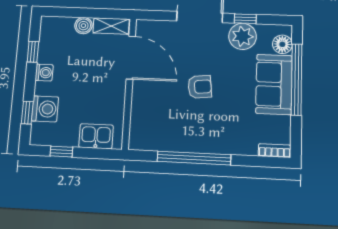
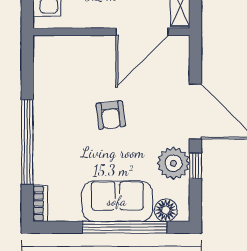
window: (194, 158) -> (27, 142), moved

